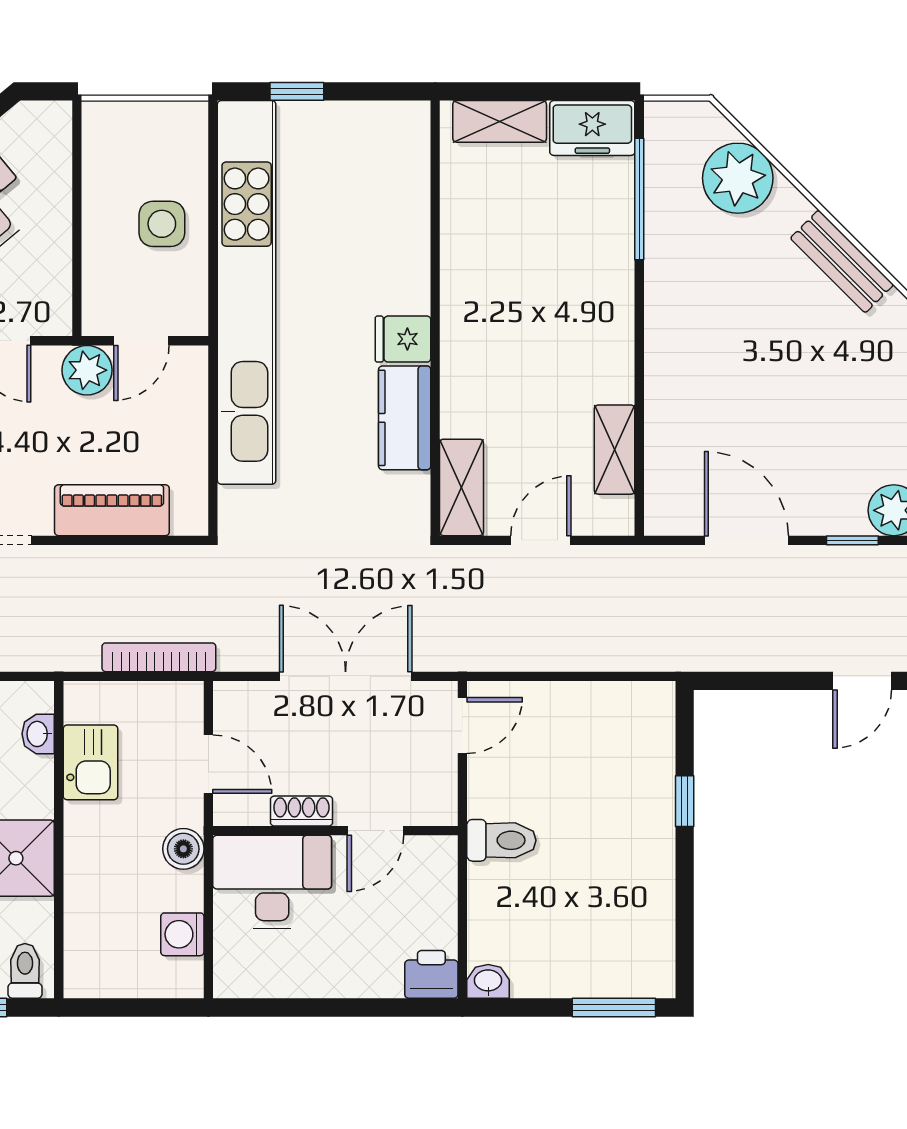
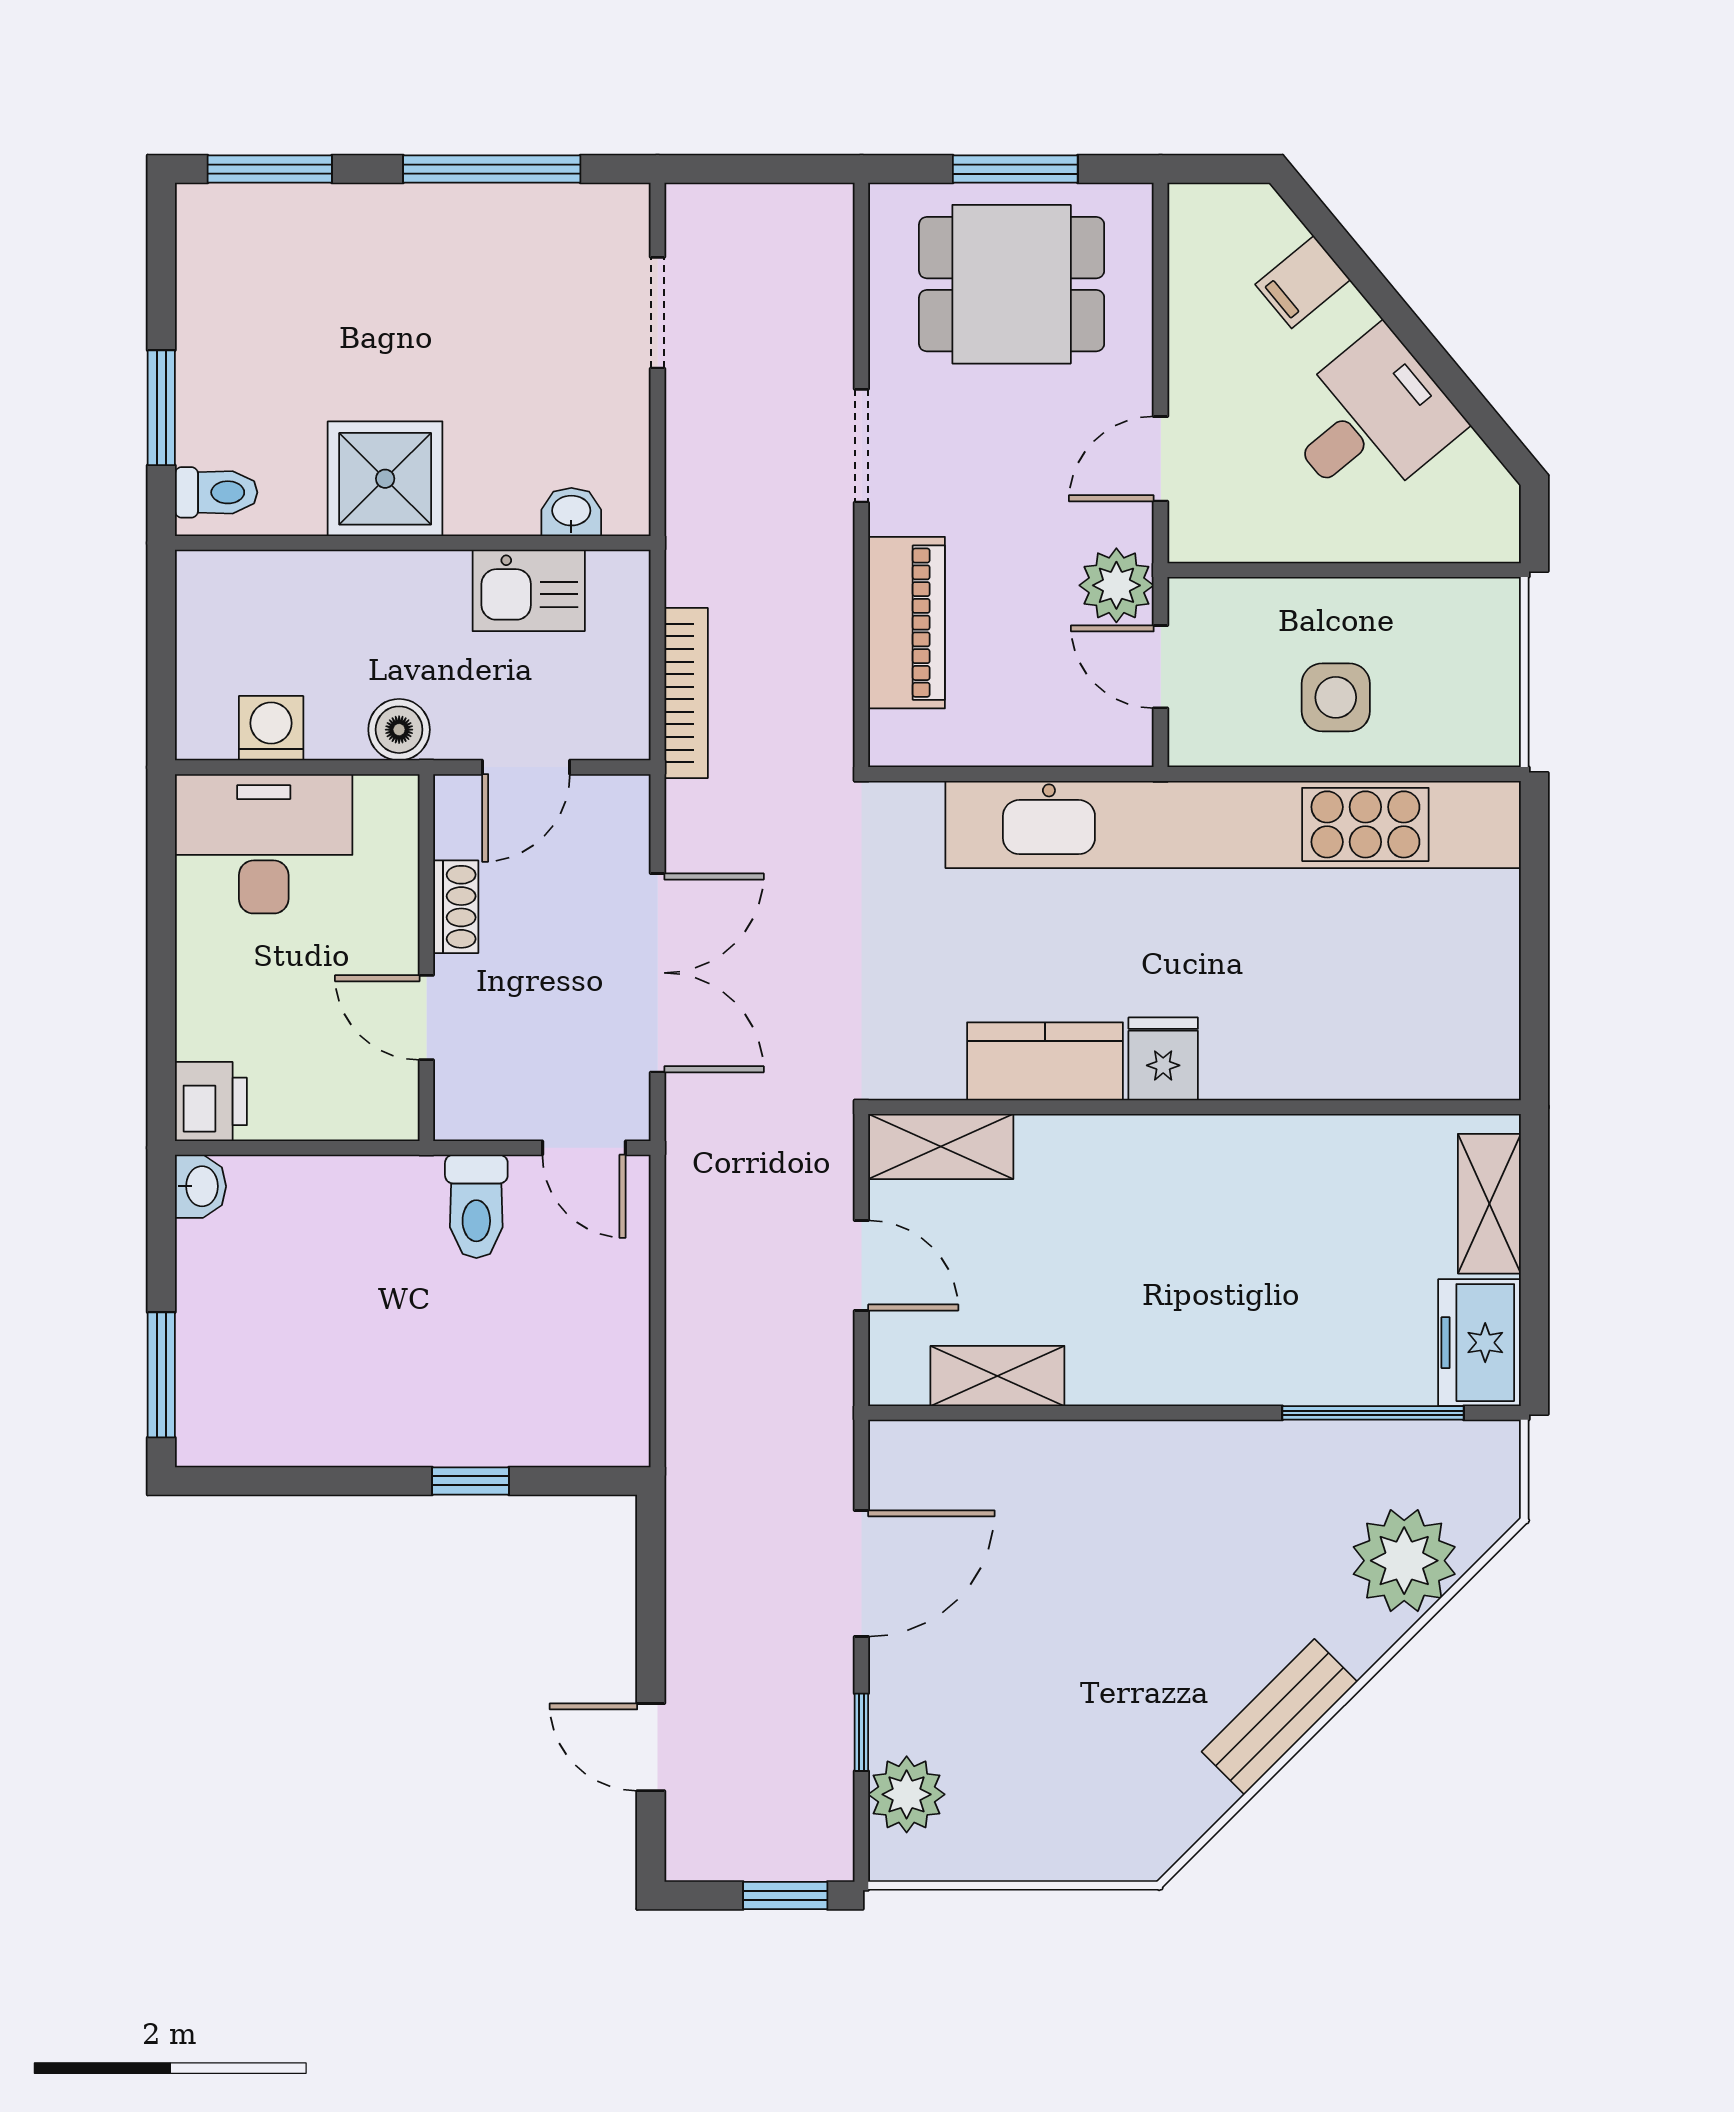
window: (297, 91) -> (1534, 900), removed
toilet: (501, 840) -> (476, 1206), moved
desk: (272, 882) -> (264, 844), moved, turned -90

